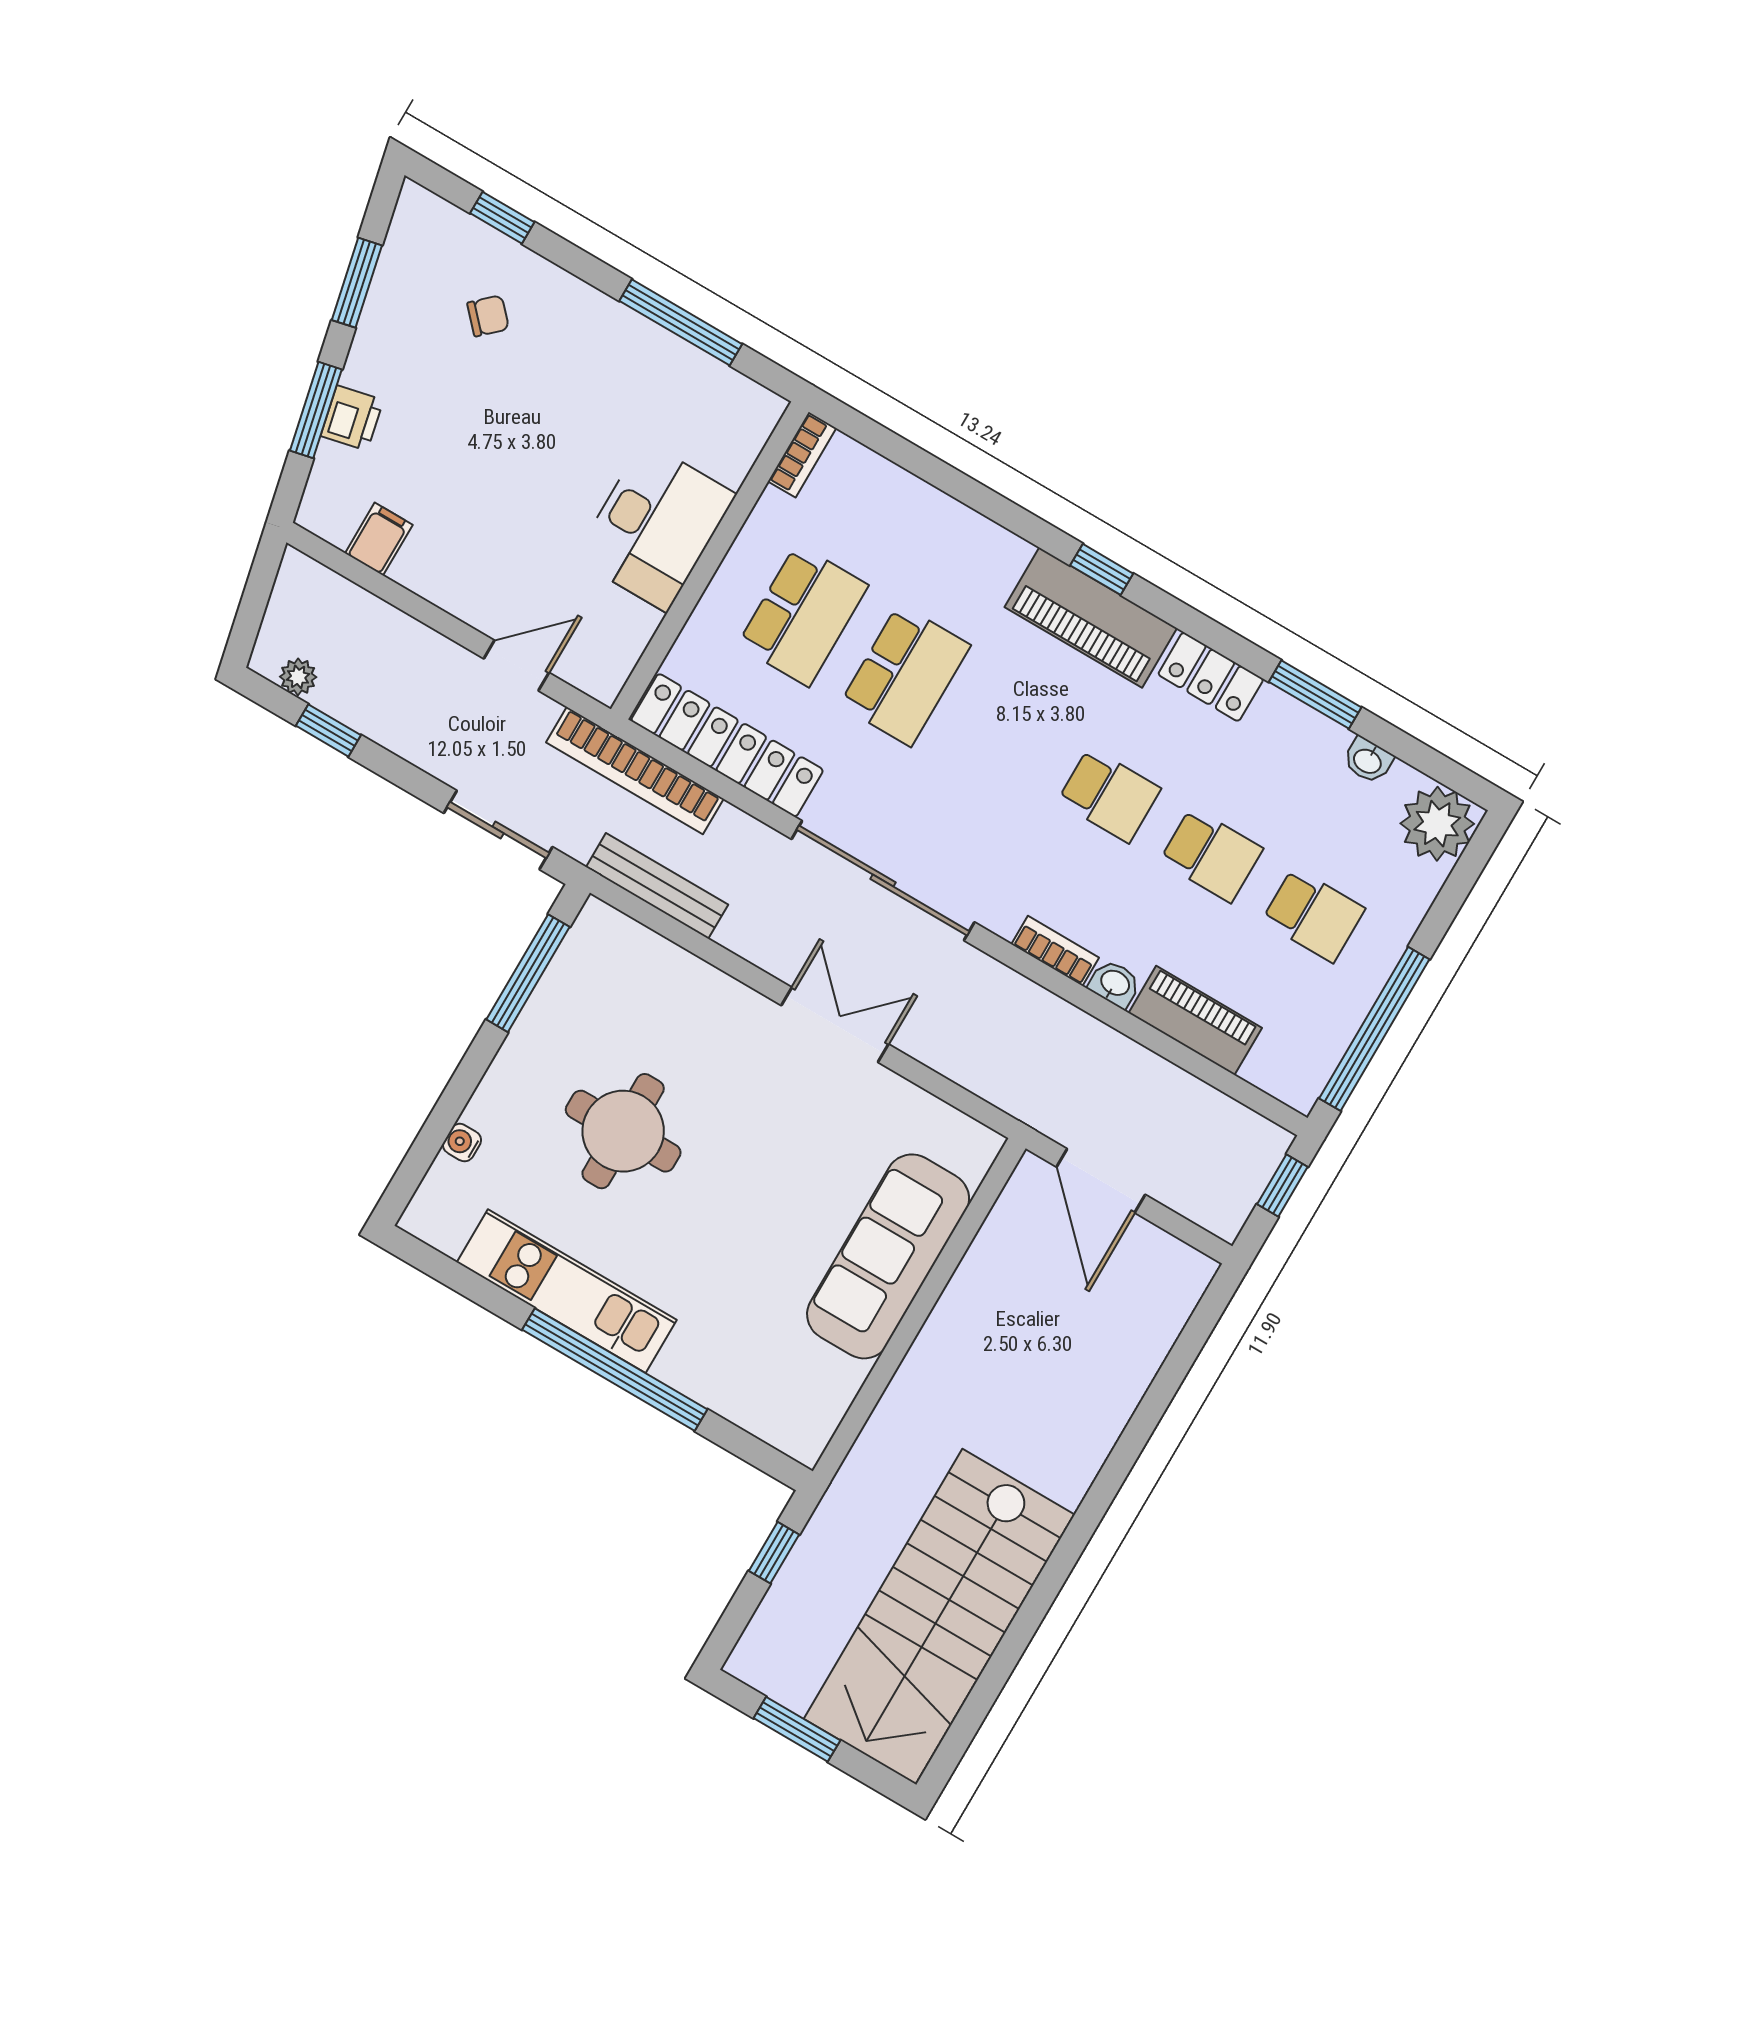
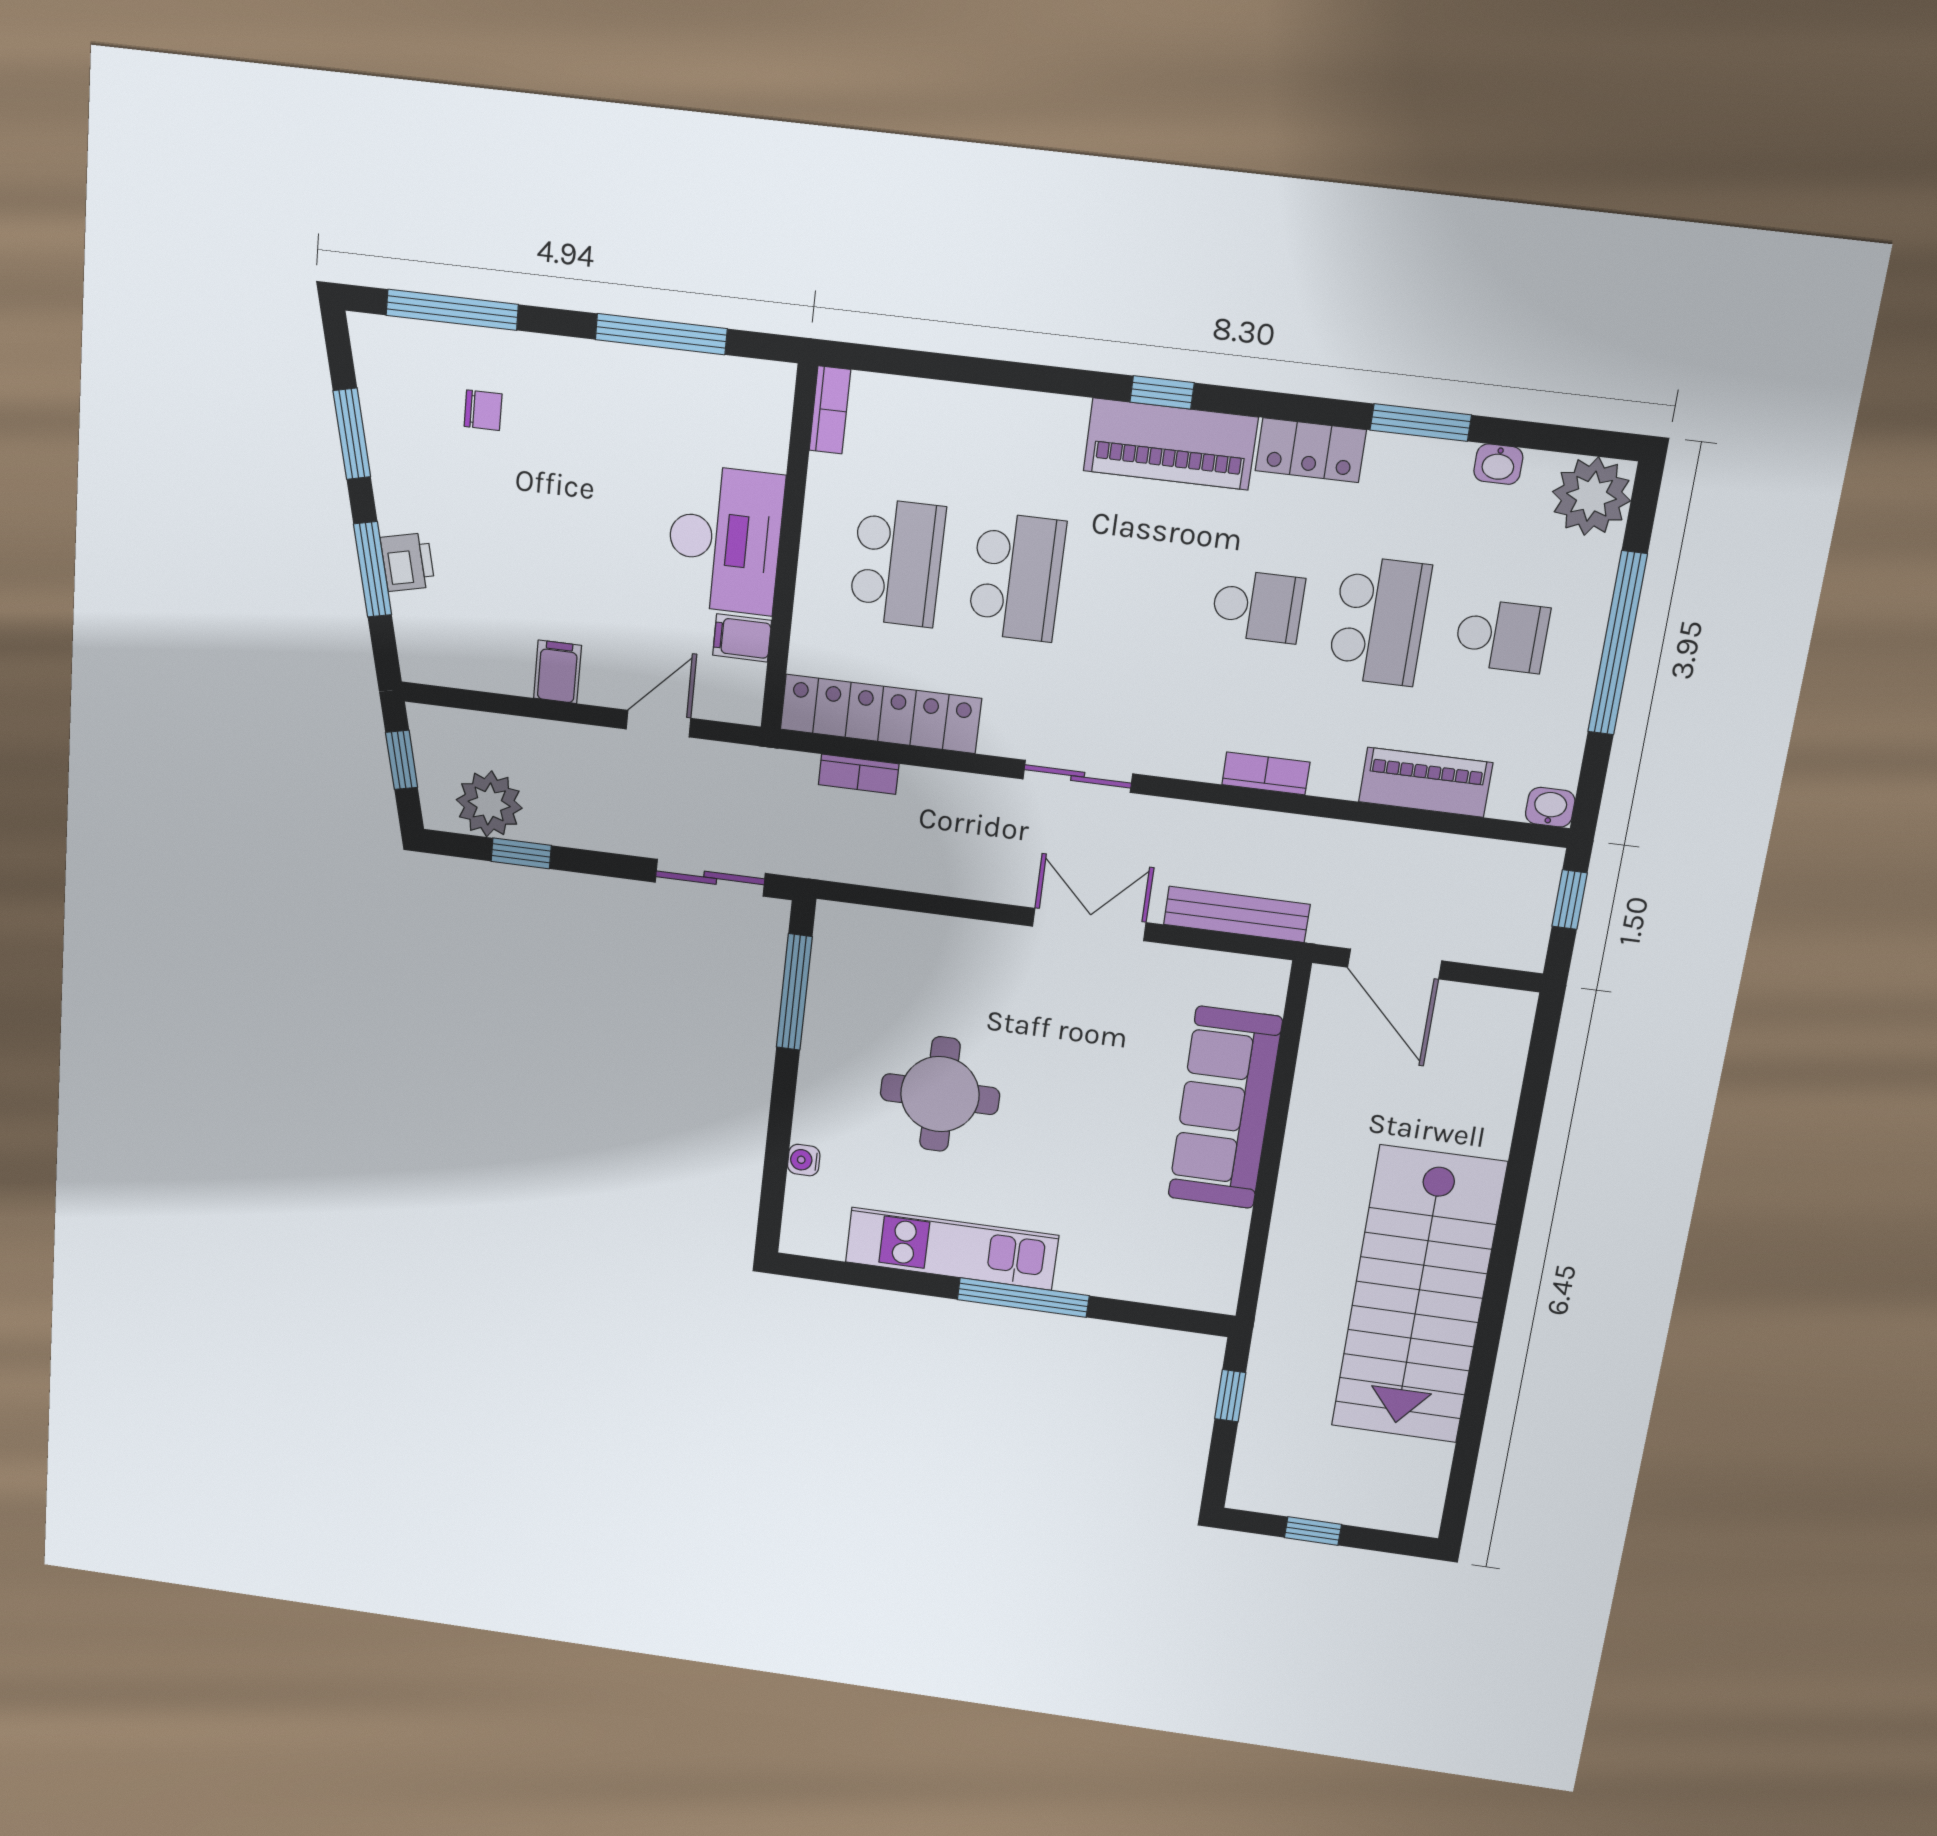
window: (502, 218) -> (452, 310), width x2.17
chair: (488, 316) -> (483, 410), turned 43
filing cabinet: (379, 539) -> (557, 672), moved
window: (256, 594) -> (402, 760), added
filing cabinet: (631, 621) -> (742, 638), added
plant: (298, 677) -> (489, 804), width x1.87, depth x1.87
bookcase: (635, 770) -> (859, 774), width x0.43, depth x0.76
school desk: (1211, 855) -> (1379, 621), width x1.85
sliding door: (883, 881) -> (1078, 776), width x0.54
bench: (657, 886) -> (1237, 914), moved
washbasin: (1115, 984) -> (1550, 807), moved
window: (1374, 1029) -> (1617, 643), moved
window: (615, 1370) -> (1023, 1298), width x0.68
stairs: (939, 1617) -> (1418, 1295), moved
window: (797, 1729) -> (1313, 1531), width x0.67

